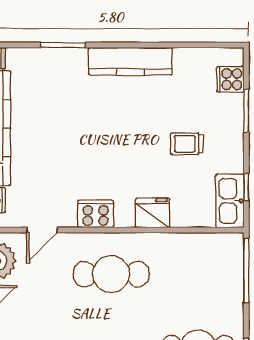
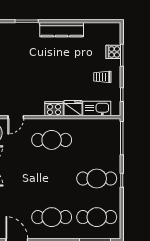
cooker: (230, 79) -> (113, 52), moved
trolley: (187, 144) -> (102, 77), moved
kitchen sink: (230, 201) -> (97, 108), moved, turned 90
cooker: (96, 214) -> (54, 109), moved

